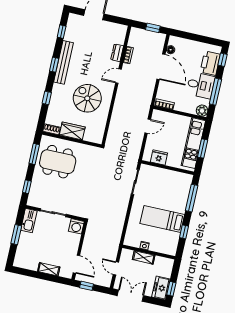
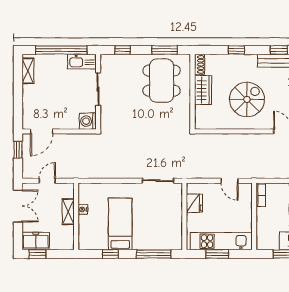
plant: (202, 111) -> (263, 243), removed
window: (16, 235) -> (61, 50), width x2.11
shelving: (49, 269) -> (28, 71), moved

